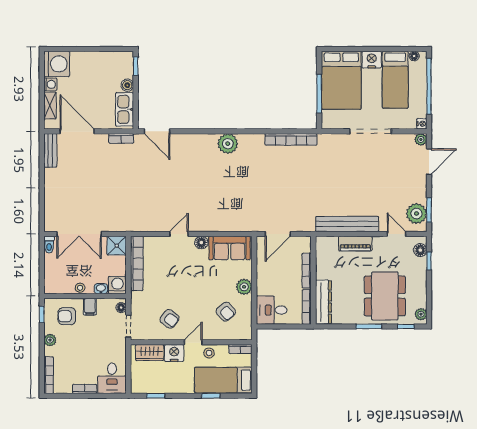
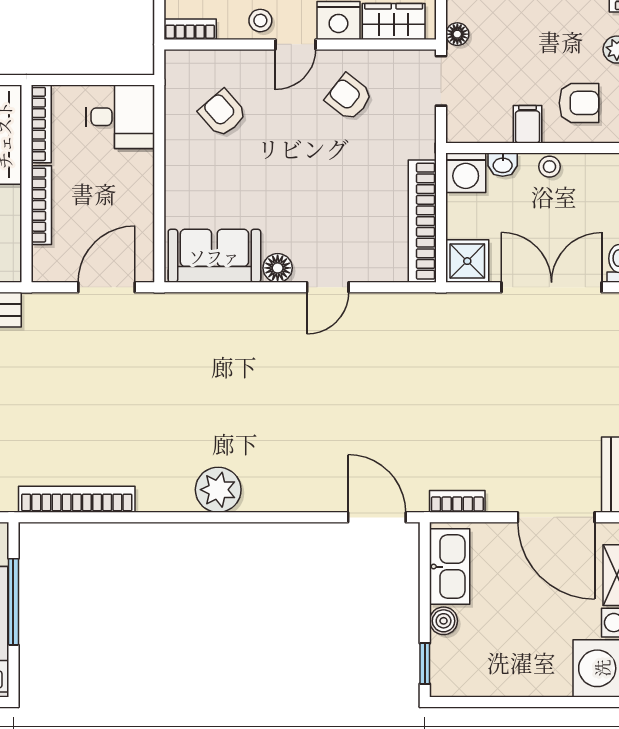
plant: (244, 287) -> (182, 169), removed
floor lamp: (121, 308) -> (457, 34), moved

